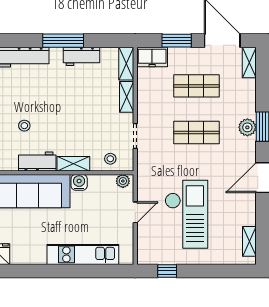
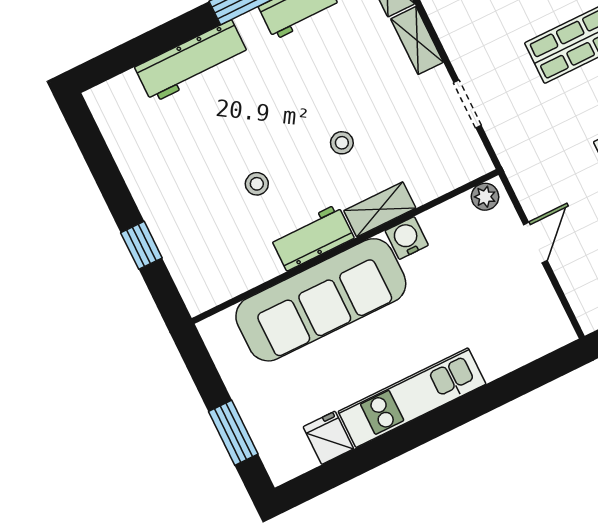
stool: (110, 159) -> (342, 143), moved
kitchen unit: (83, 254) -> (412, 398), moved

